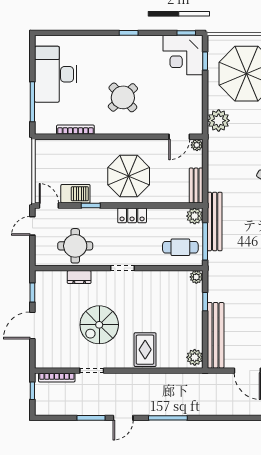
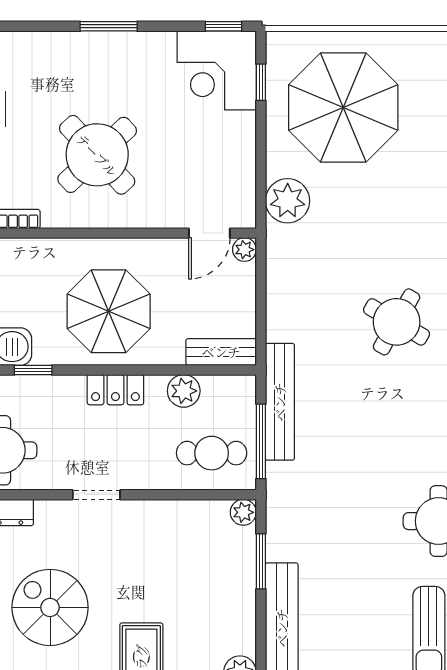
window: (129, 33) -> (109, 26), width x1.50
round table: (123, 97) -> (97, 155), width x1.36, depth x1.36
bench: (196, 186) -> (221, 352), moved, turned 90
plant: (195, 216) -> (184, 391), moved
window: (205, 302) -> (261, 561), width x1.50
spiral stairs: (99, 325) -> (50, 607), turned 90

